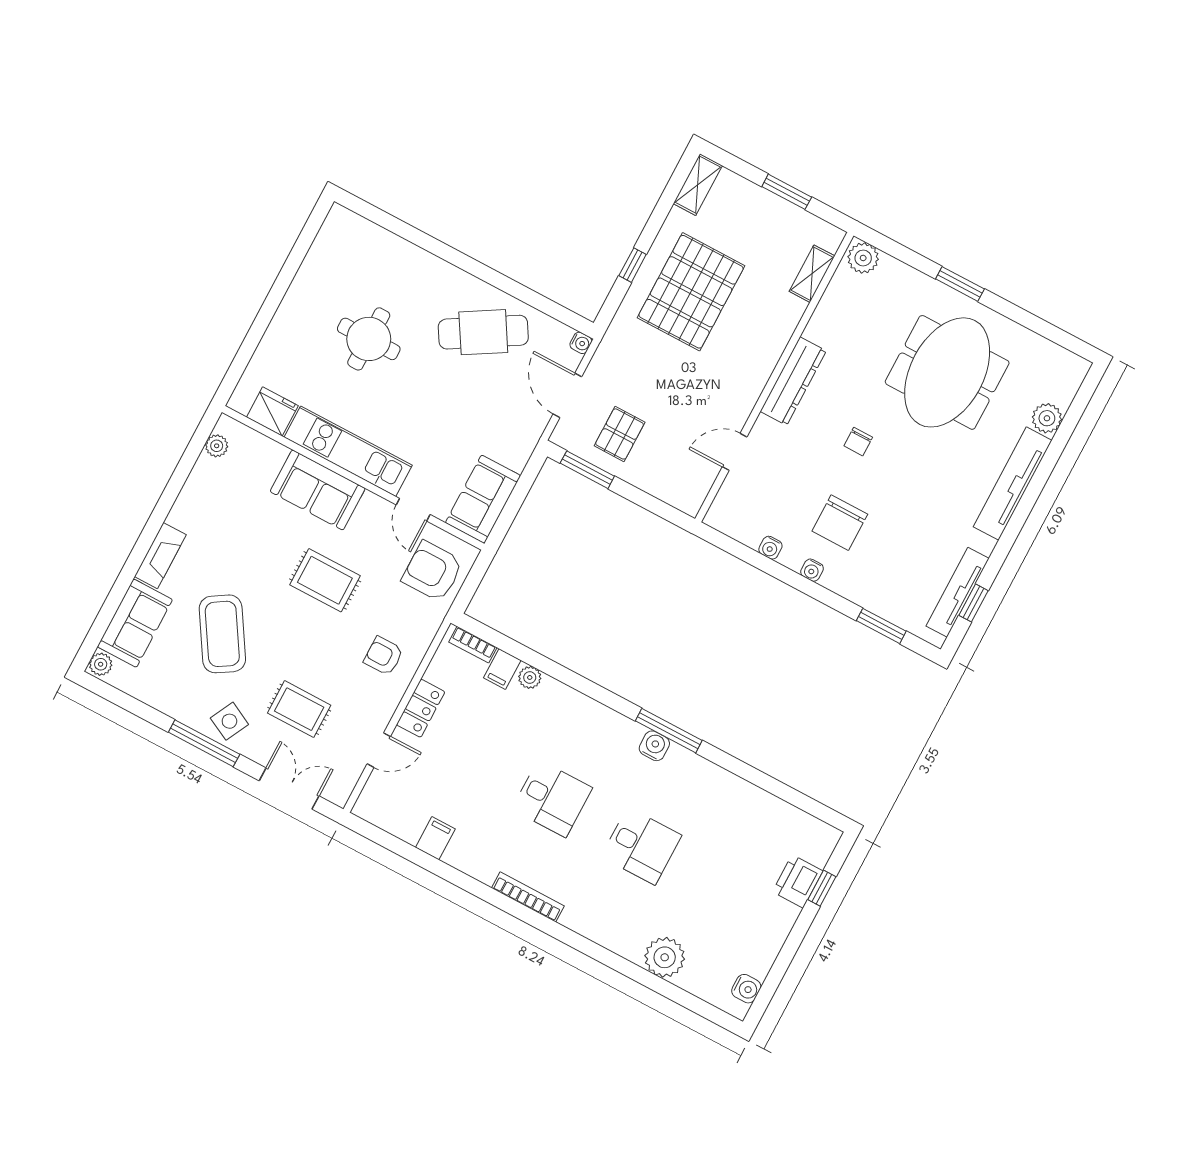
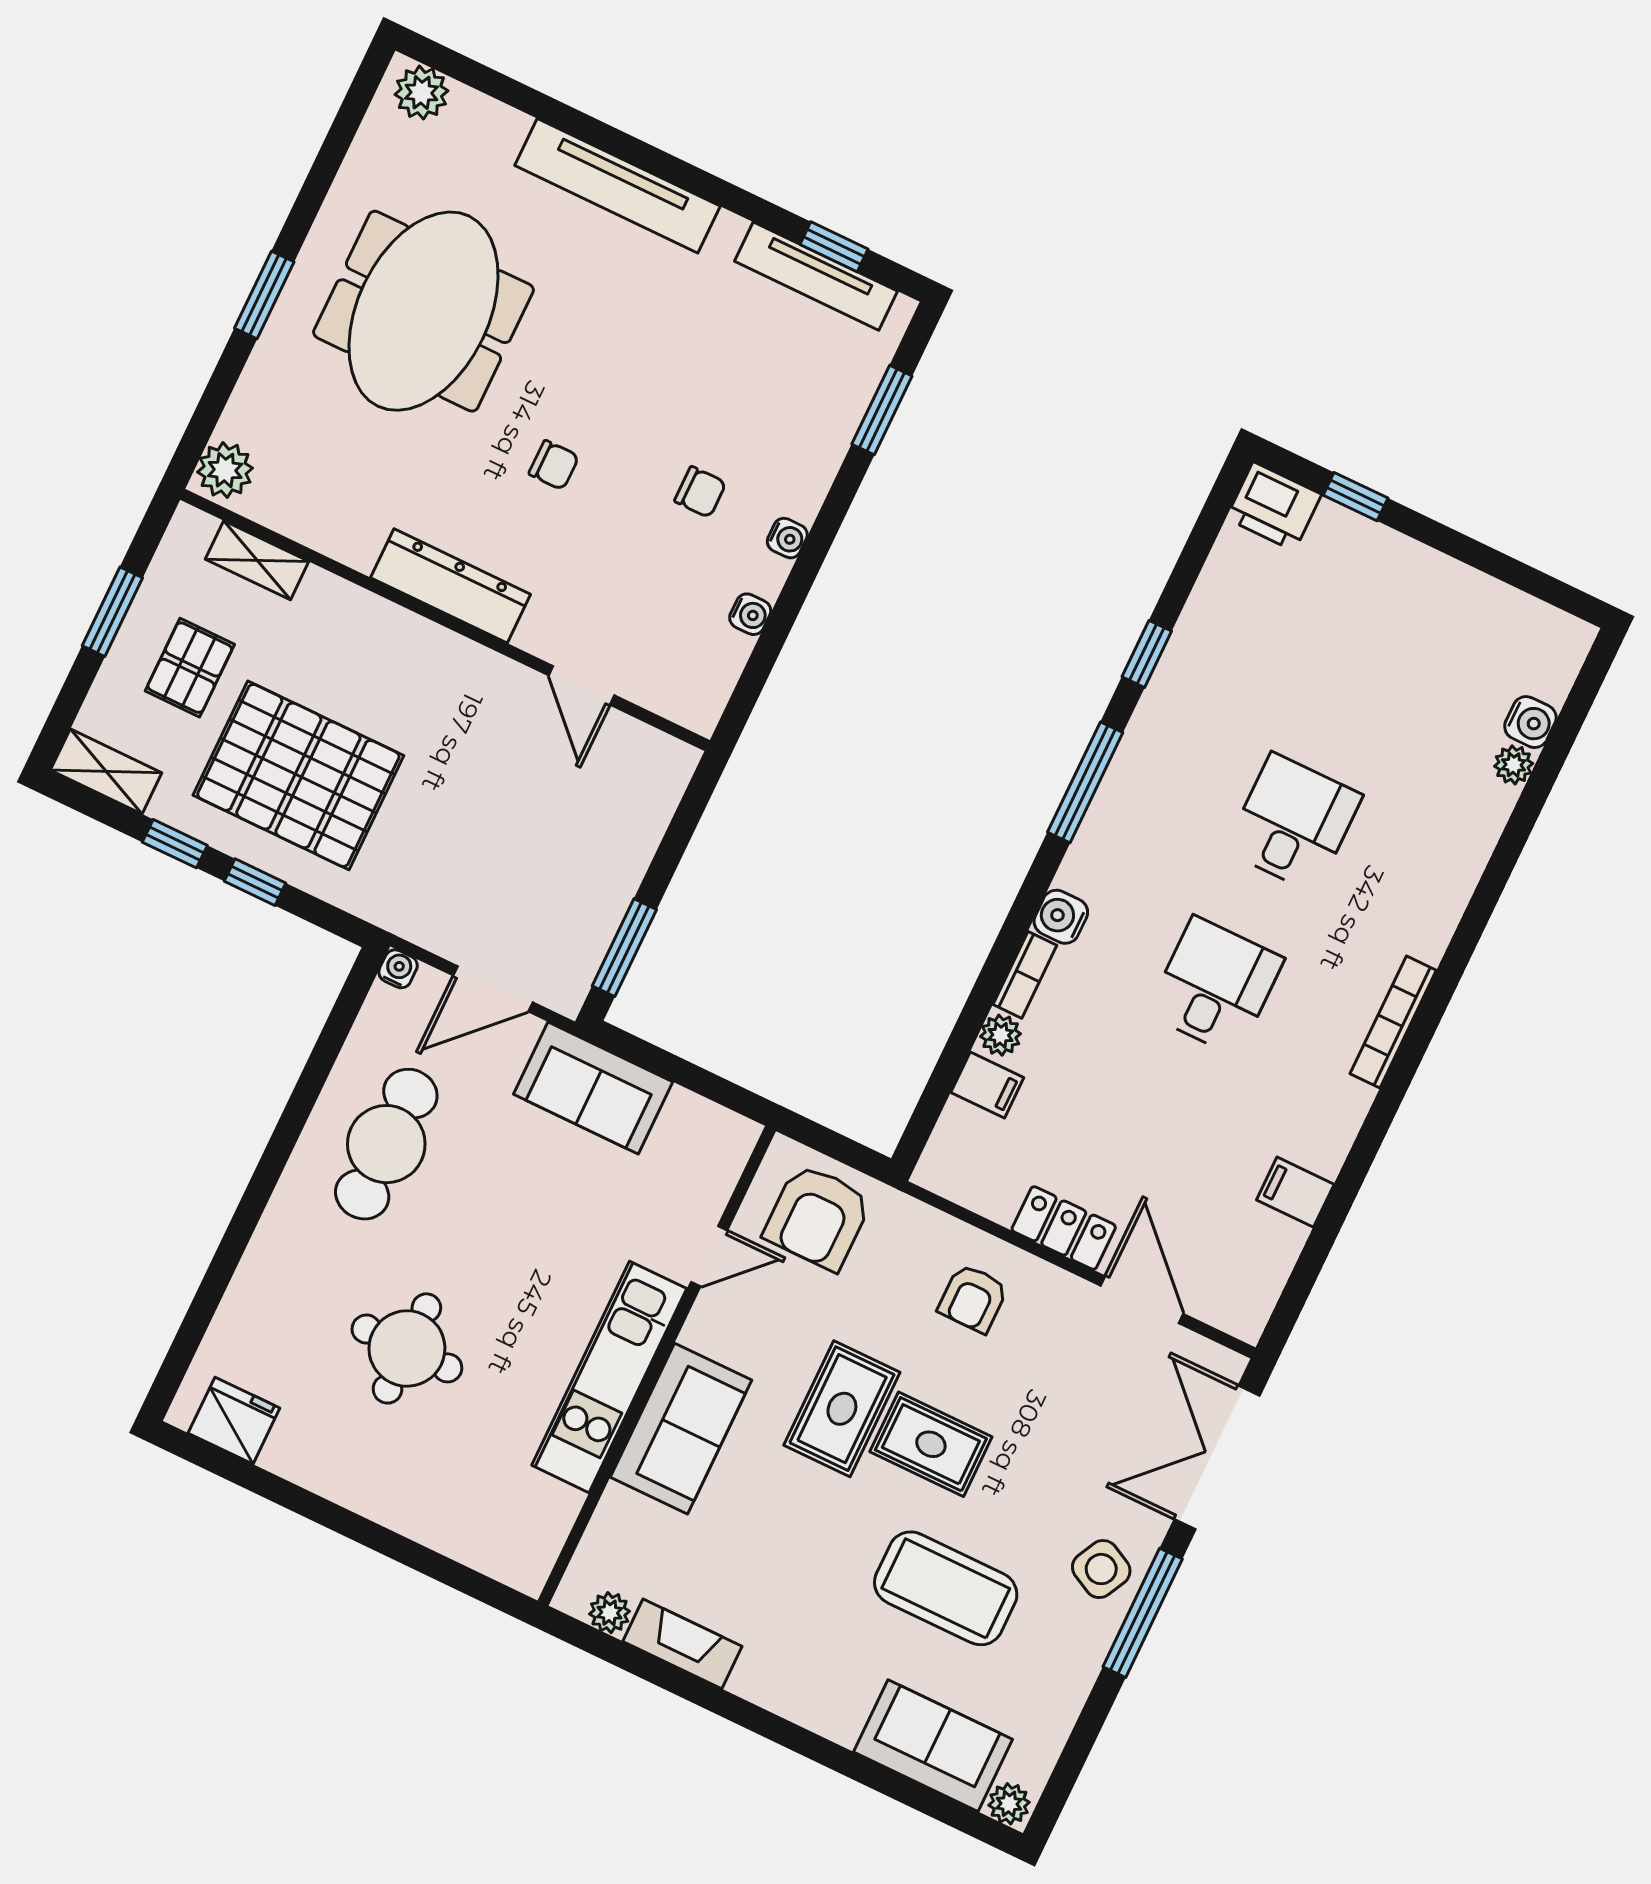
window: (656, 221) -> (175, 844), added
cafe table: (483, 332) -> (386, 1144), turned 31
meeting table: (947, 372) -> (423, 311), turned 90
fridge: (272, 411) -> (234, 1421), moved, turned 90
plant: (1047, 418) -> (421, 93), moved
pallet: (620, 434) -> (190, 668), moved, turned 90
sofa: (483, 499) -> (593, 1088), moved
chair: (840, 523) -> (700, 492), width x0.54, depth x0.54
fireplace: (160, 556) -> (682, 1644), moved
coffee table: (222, 634) -> (946, 1588), turned 32
bookcase: (473, 645) -> (1025, 975), moved
rug: (299, 709) -> (931, 1444), moved, turned 90
water cooler: (654, 746) -> (1061, 917), moved
door: (379, 750) -> (1142, 1300), width x1.38
window: (739, 768) -> (1147, 654), added
double door: (289, 788) -> (1217, 1457), width x1.37
printer: (798, 881) -> (1274, 506), moved
plant: (665, 957) -> (1514, 765), width x0.53, depth x0.53
water cooler: (746, 989) -> (1530, 722), moved, turned 90

